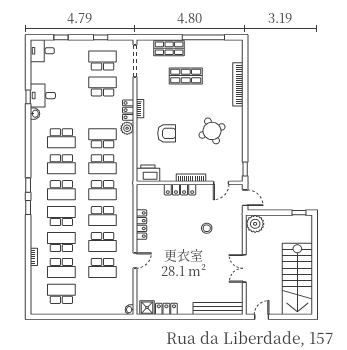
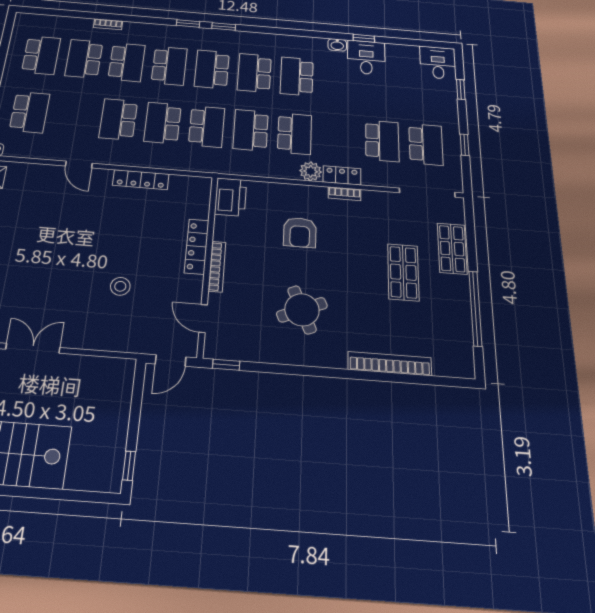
school desk: (103, 190) -> (207, 127), turned 180
plant: (255, 224) -> (117, 376), removed
school desk: (103, 268) -> (30, 112), moved, turned 180

